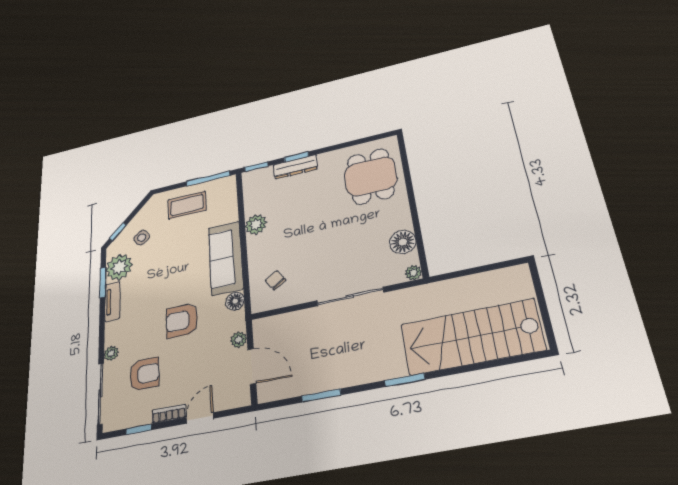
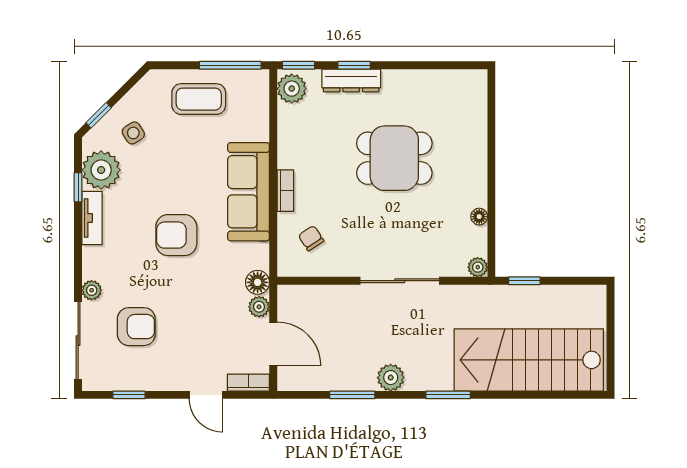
dining table: (371, 176) -> (394, 158), moved, turned 90
plant: (256, 225) -> (292, 89), moved
floor lamp: (403, 242) -> (479, 217), width x0.53, depth x0.53
bookcase: (253, 251) -> (285, 191), added
window: (455, 275) -> (524, 281), added
window: (103, 282) -> (78, 187), width x0.67
floor lamp: (235, 301) -> (258, 282), moved
armchair: (182, 320) -> (176, 235), moved
plant: (352, 375) -> (391, 378), added
bookcase: (169, 414) -> (248, 383), moved
door: (200, 418) -> (206, 395), swing flipped

